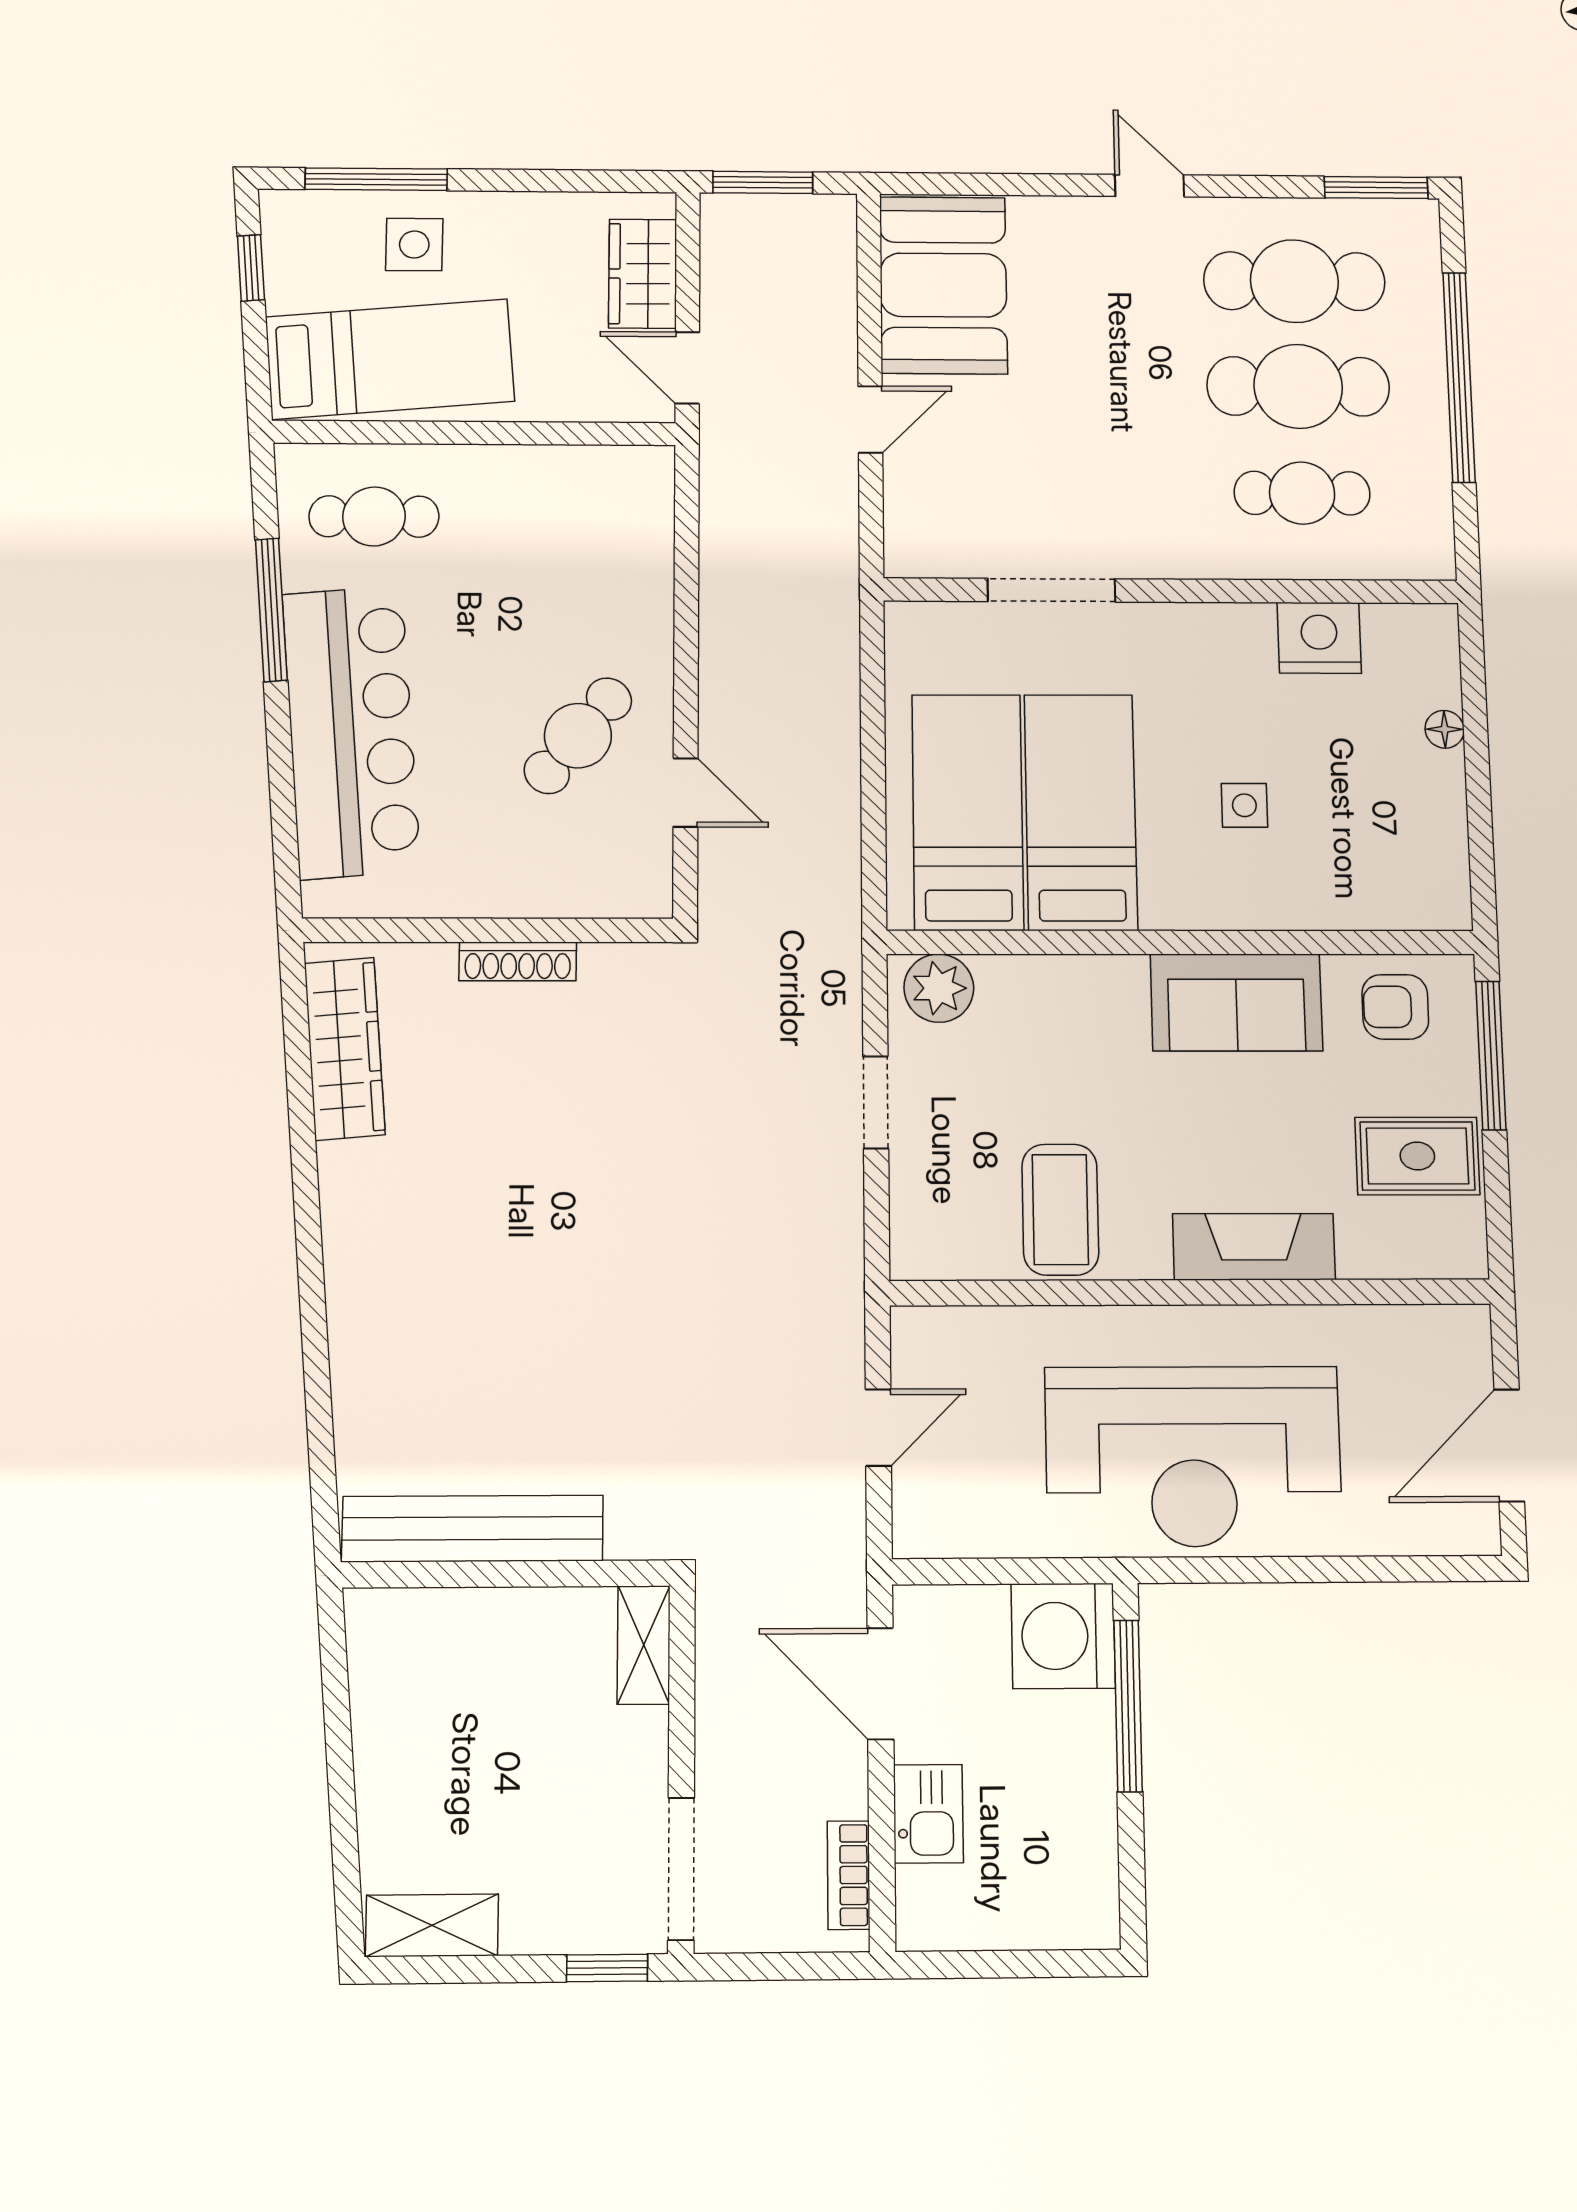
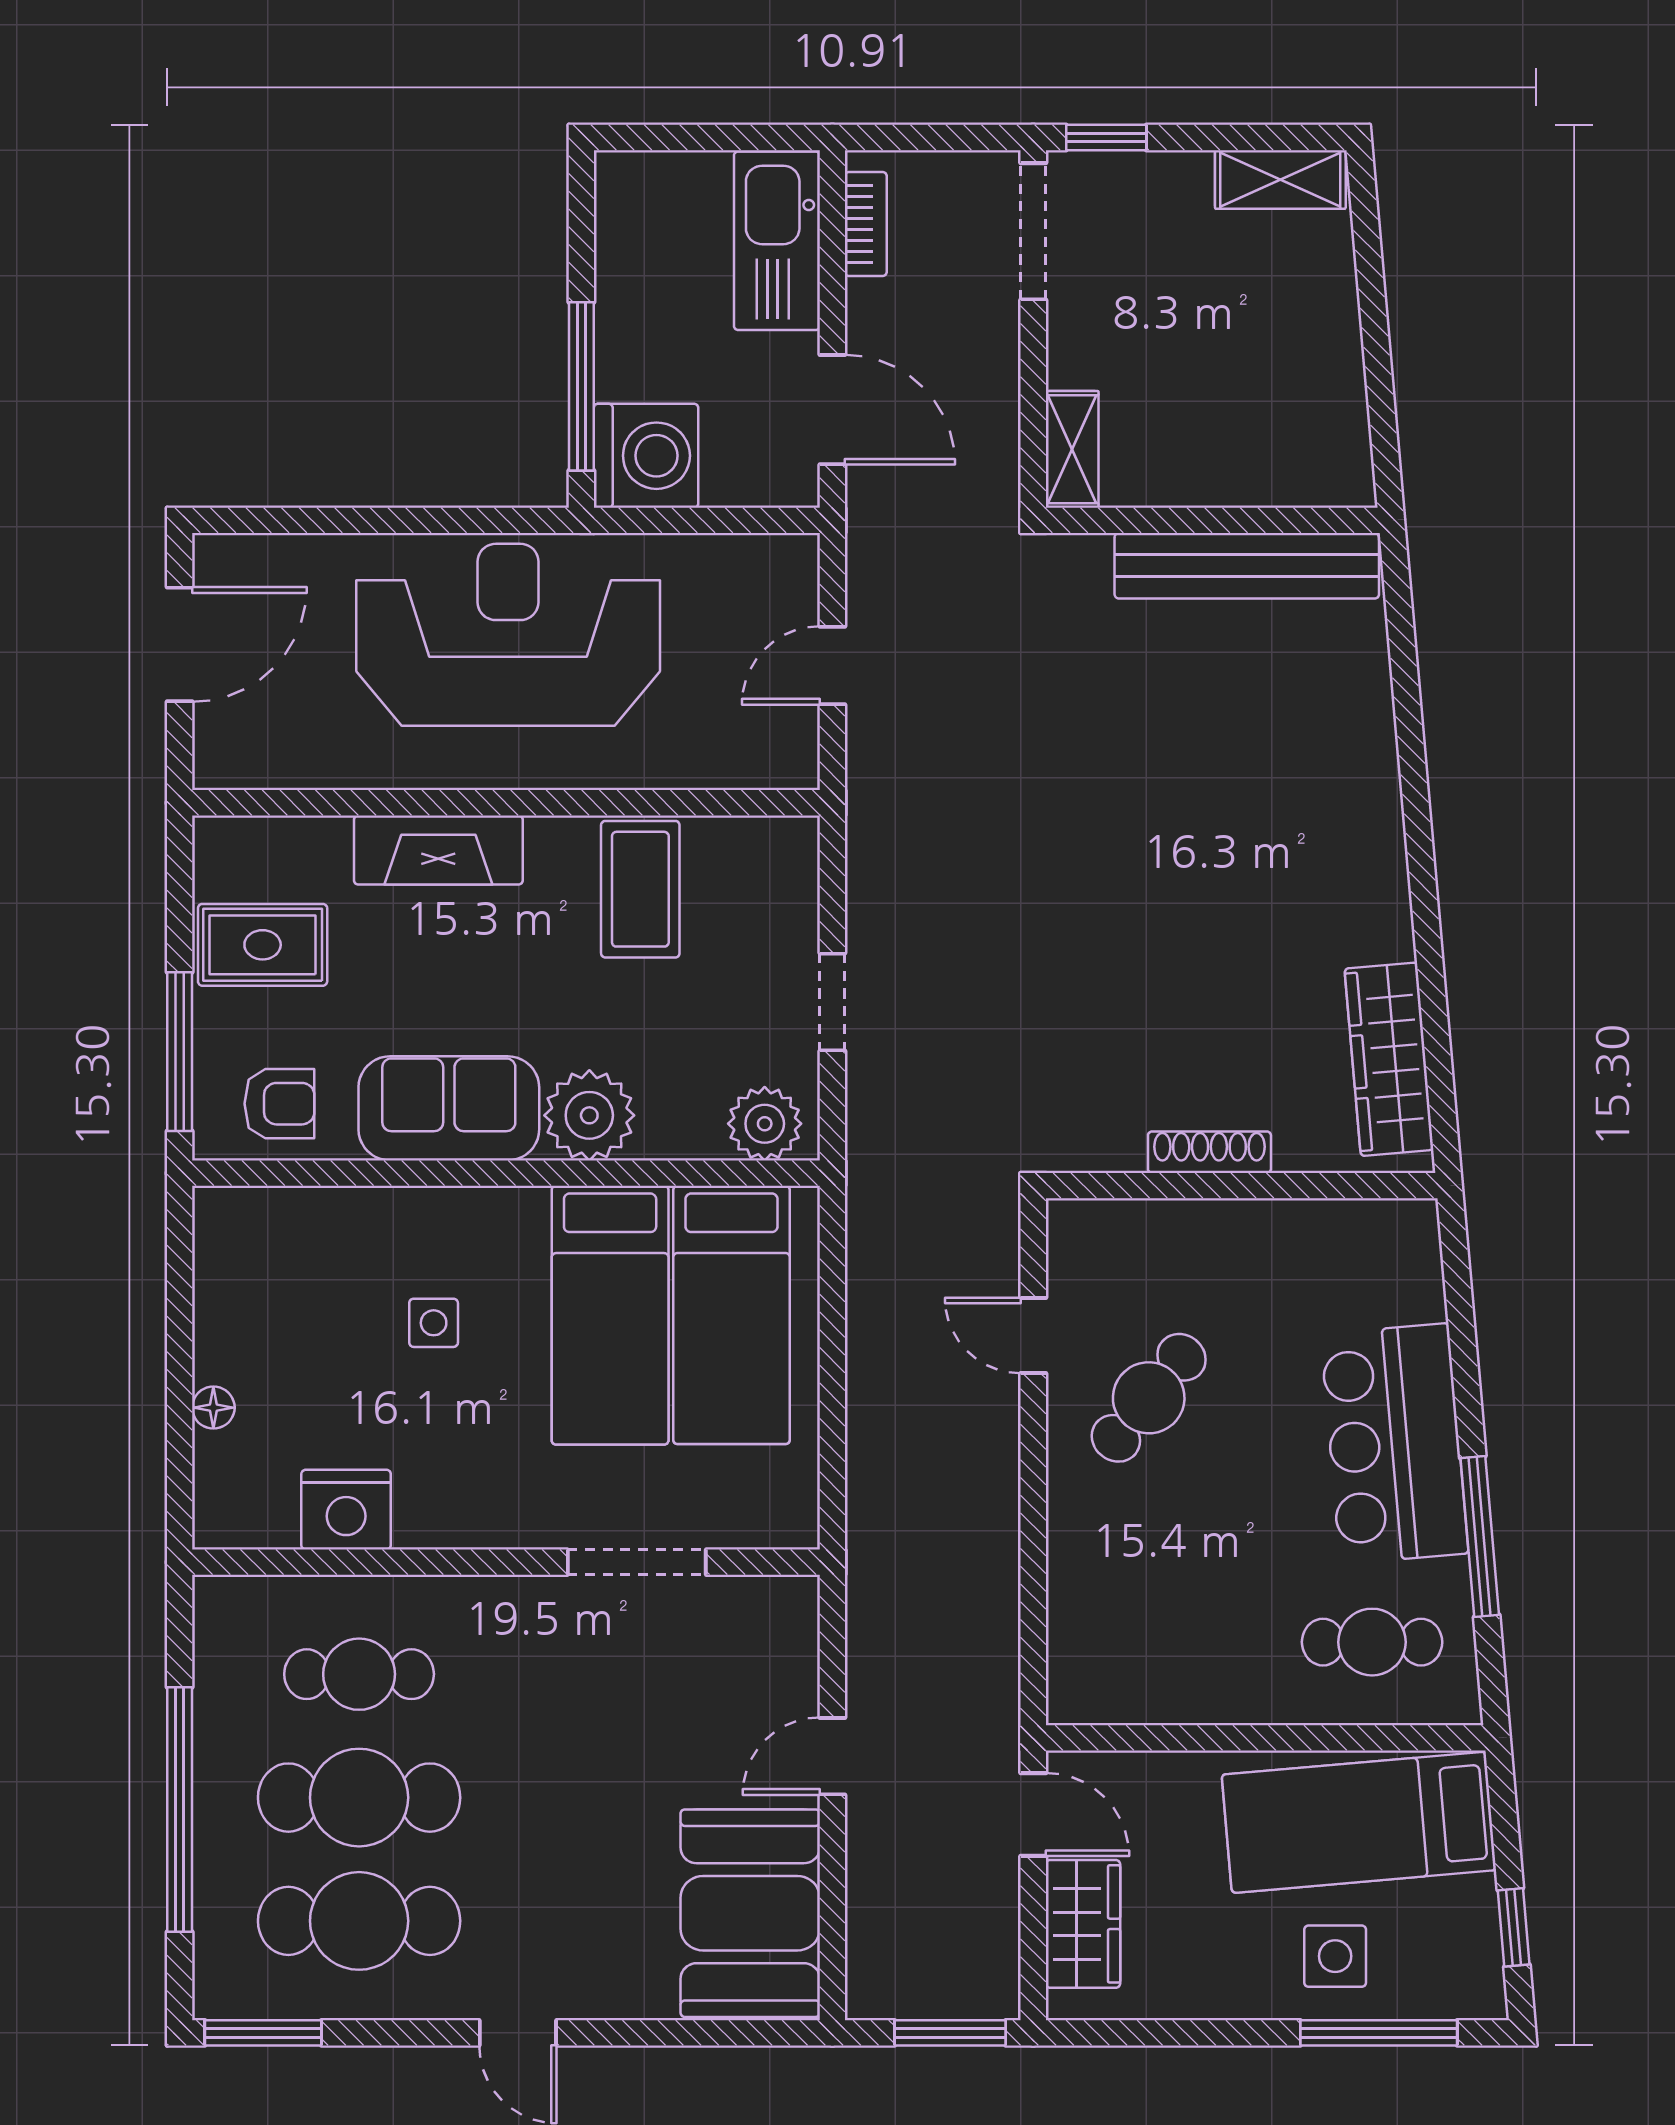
bar counter: (351, 731) -> (1394, 1444), width x0.73
plant: (1104, 996) -> (589, 1115), added
kitchen sink: (928, 1814) -> (777, 241), width x1.88, depth x1.24

